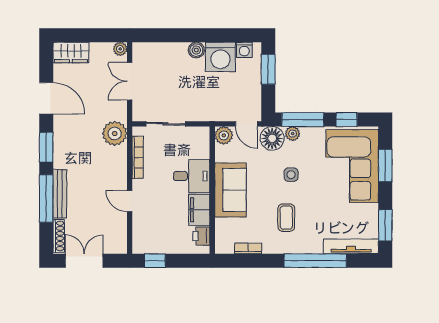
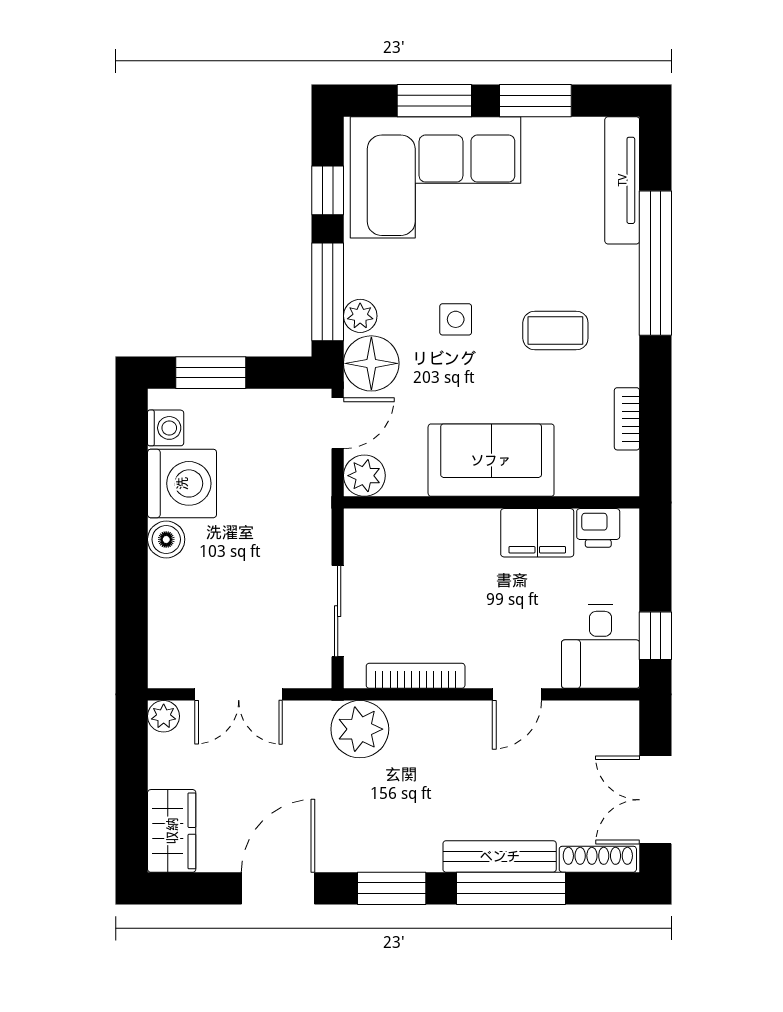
desk: (192, 176) -> (601, 646), moved, turned 180
window: (385, 225) -> (535, 101), moved

